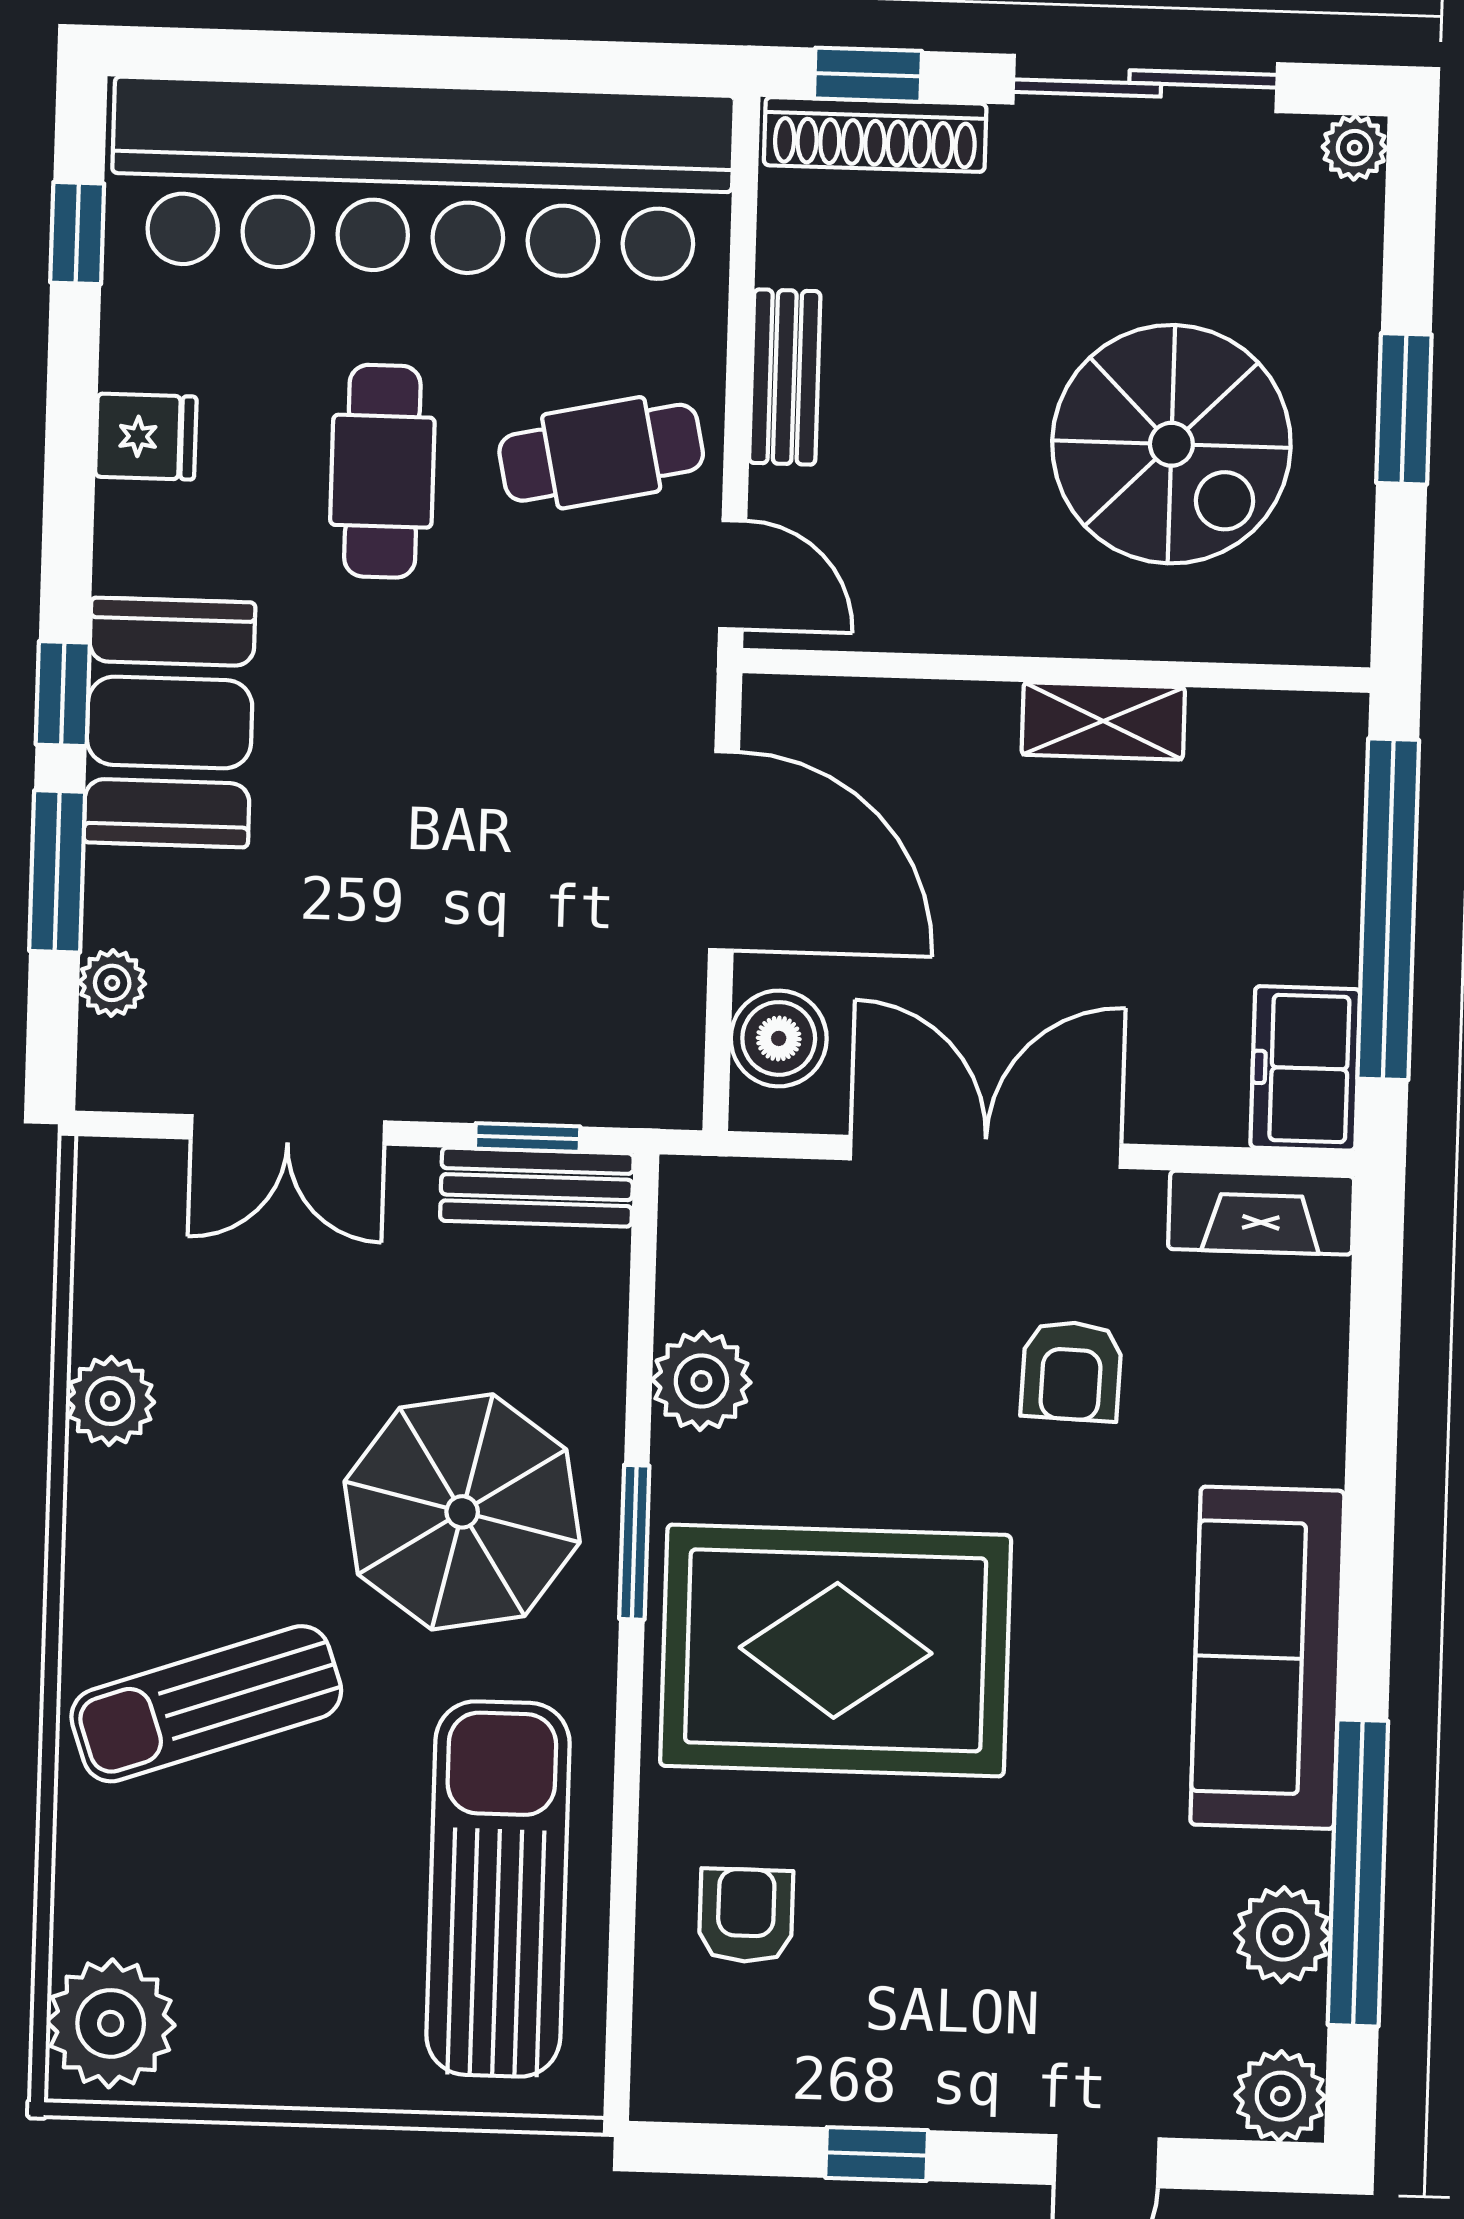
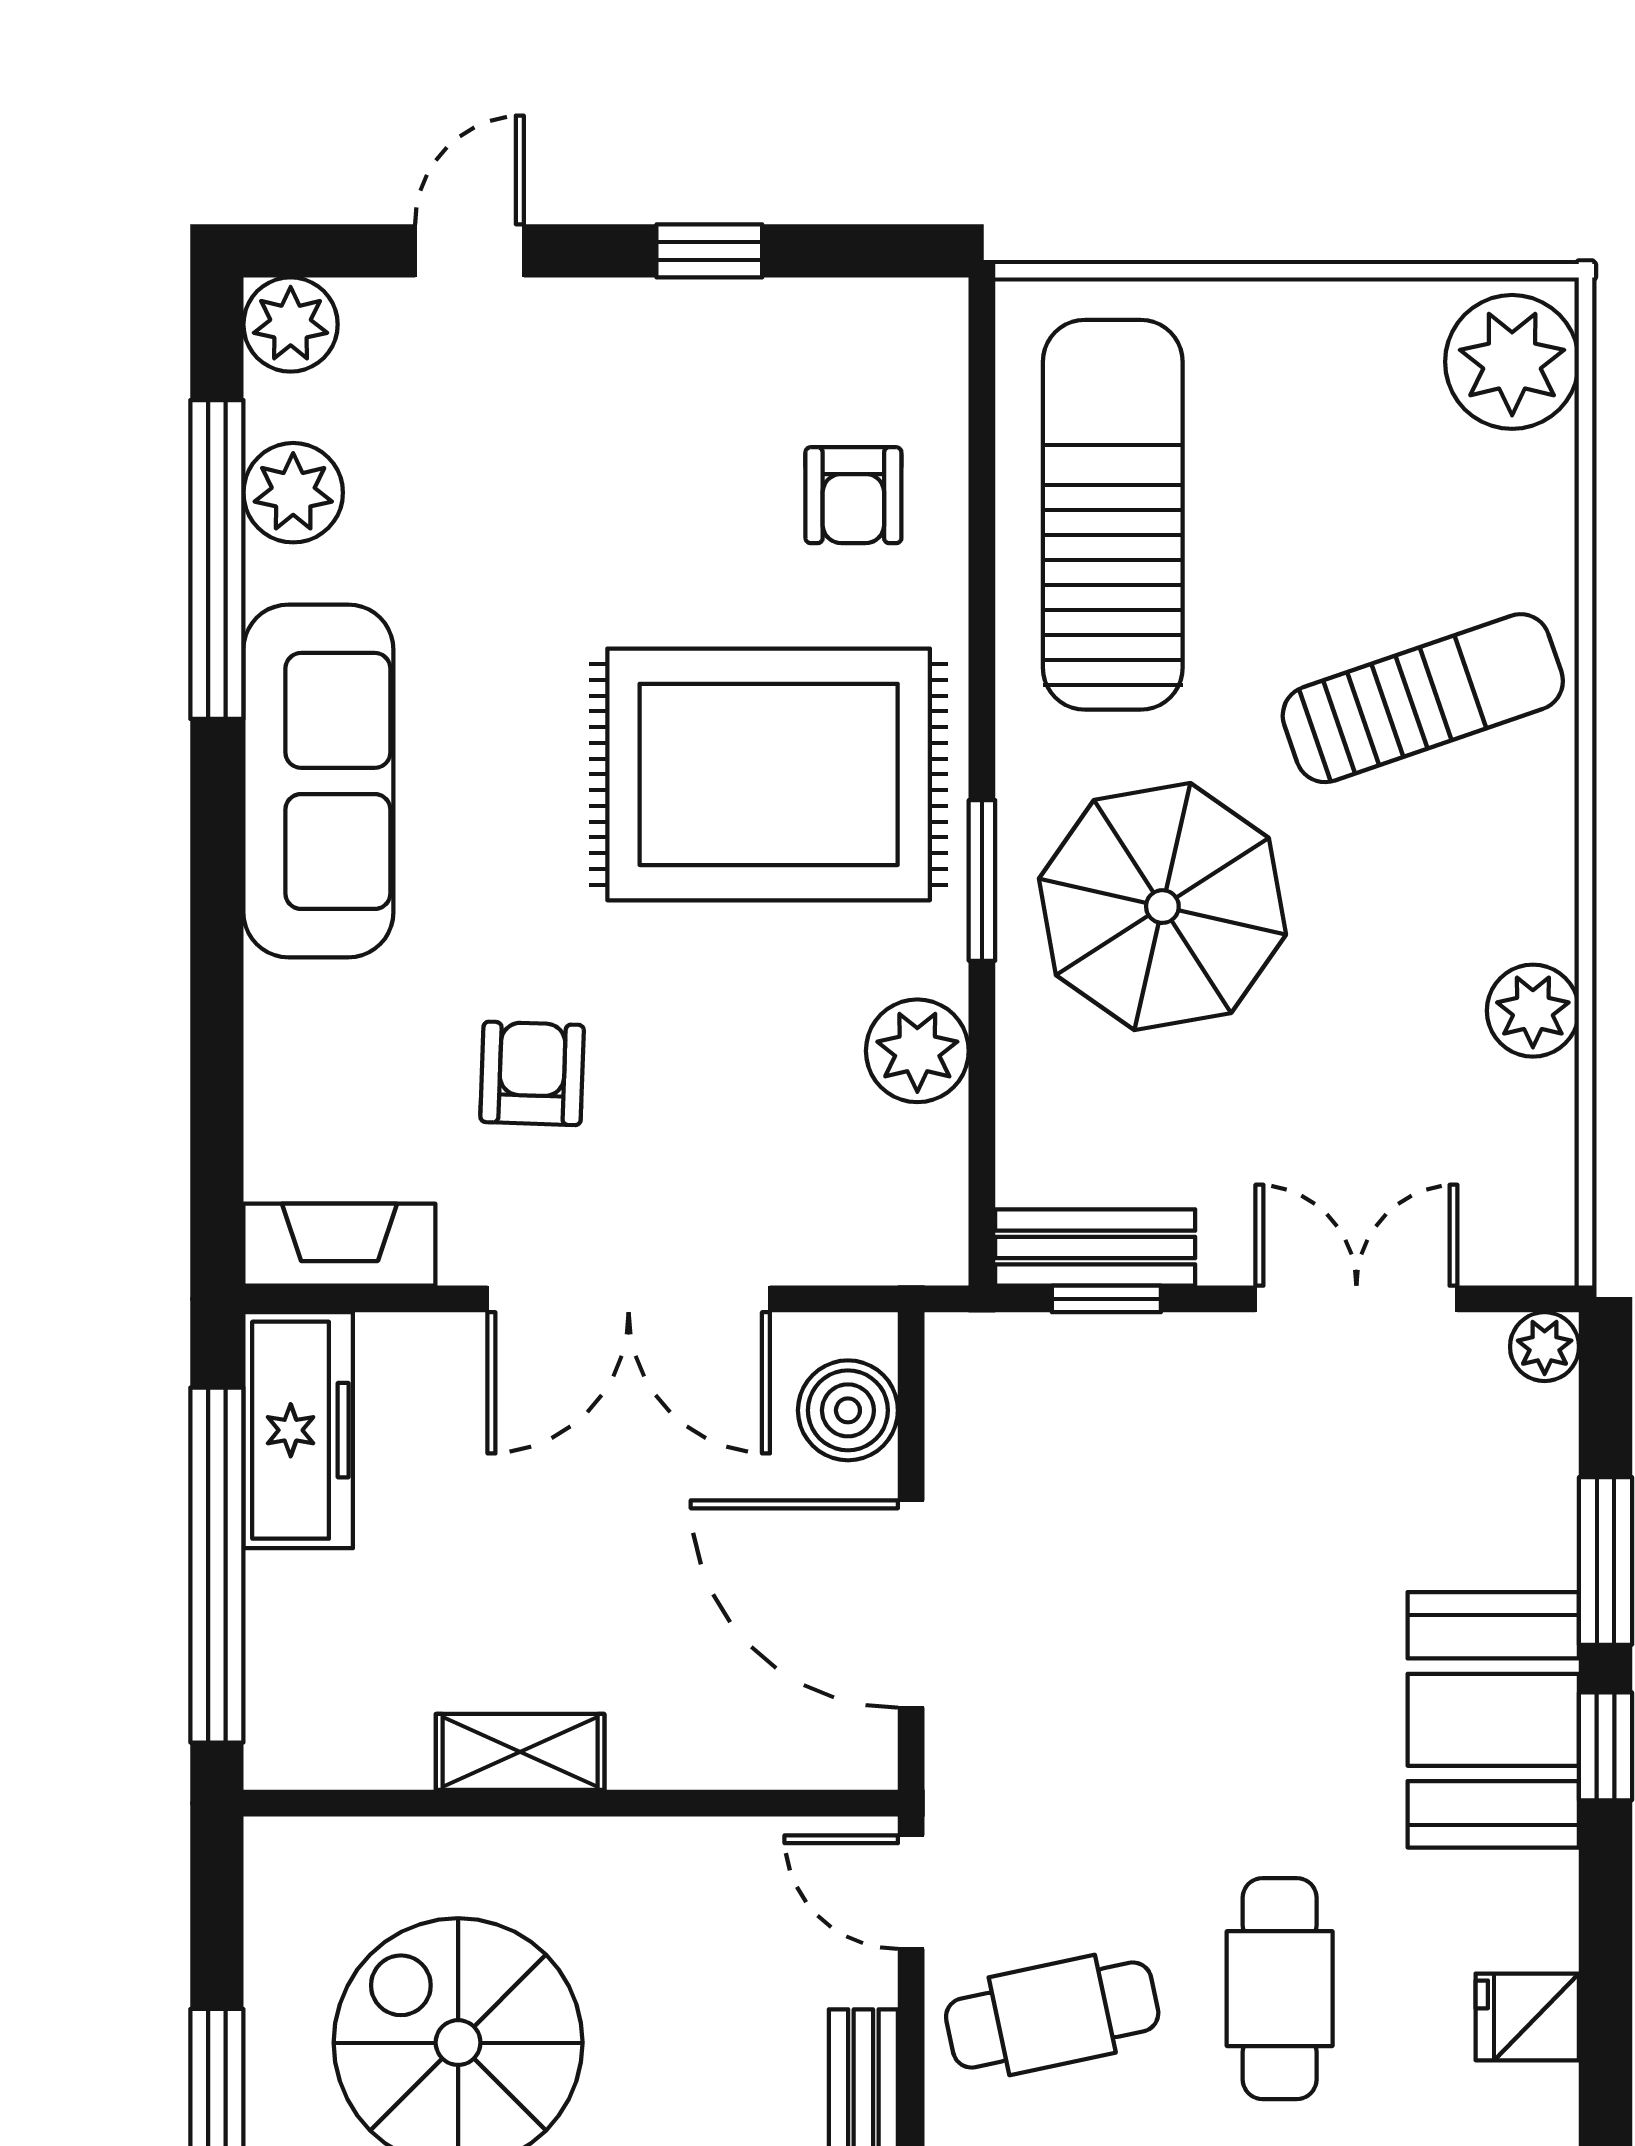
plant: (112, 983) -> (1545, 1347), moved
freezer: (1305, 1068) -> (298, 1430), width x1.40
sun lounger: (498, 1889) -> (1113, 515), turned 180

